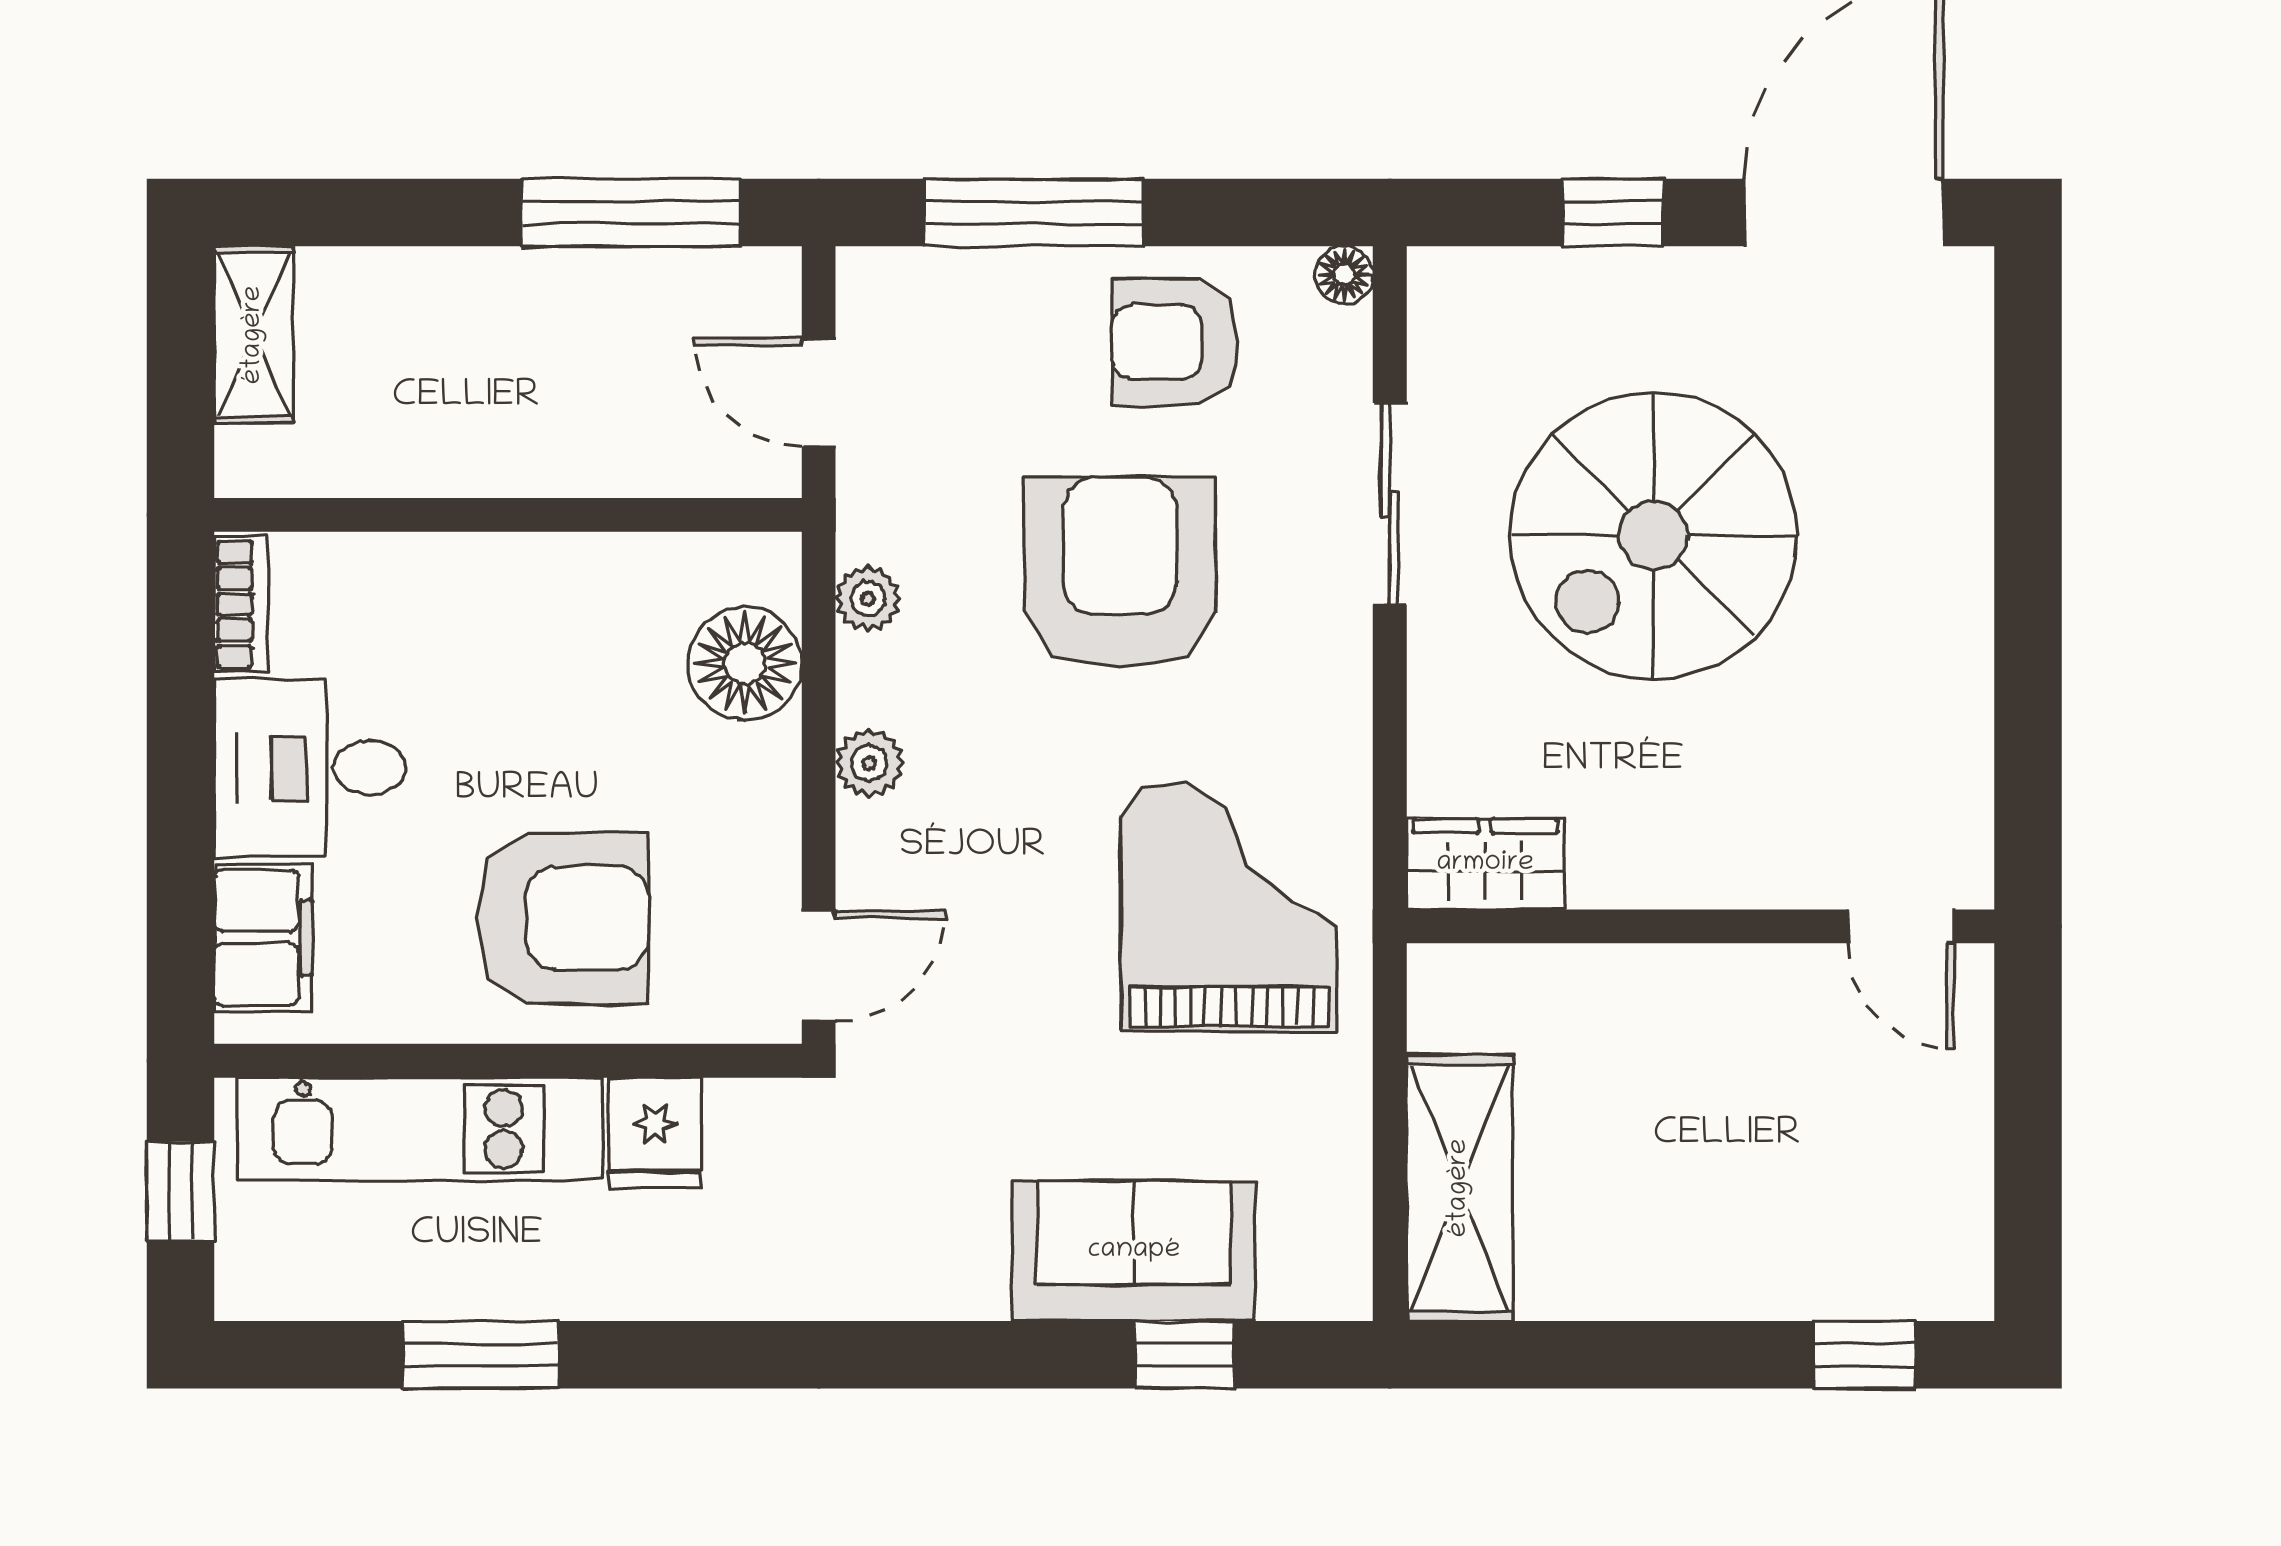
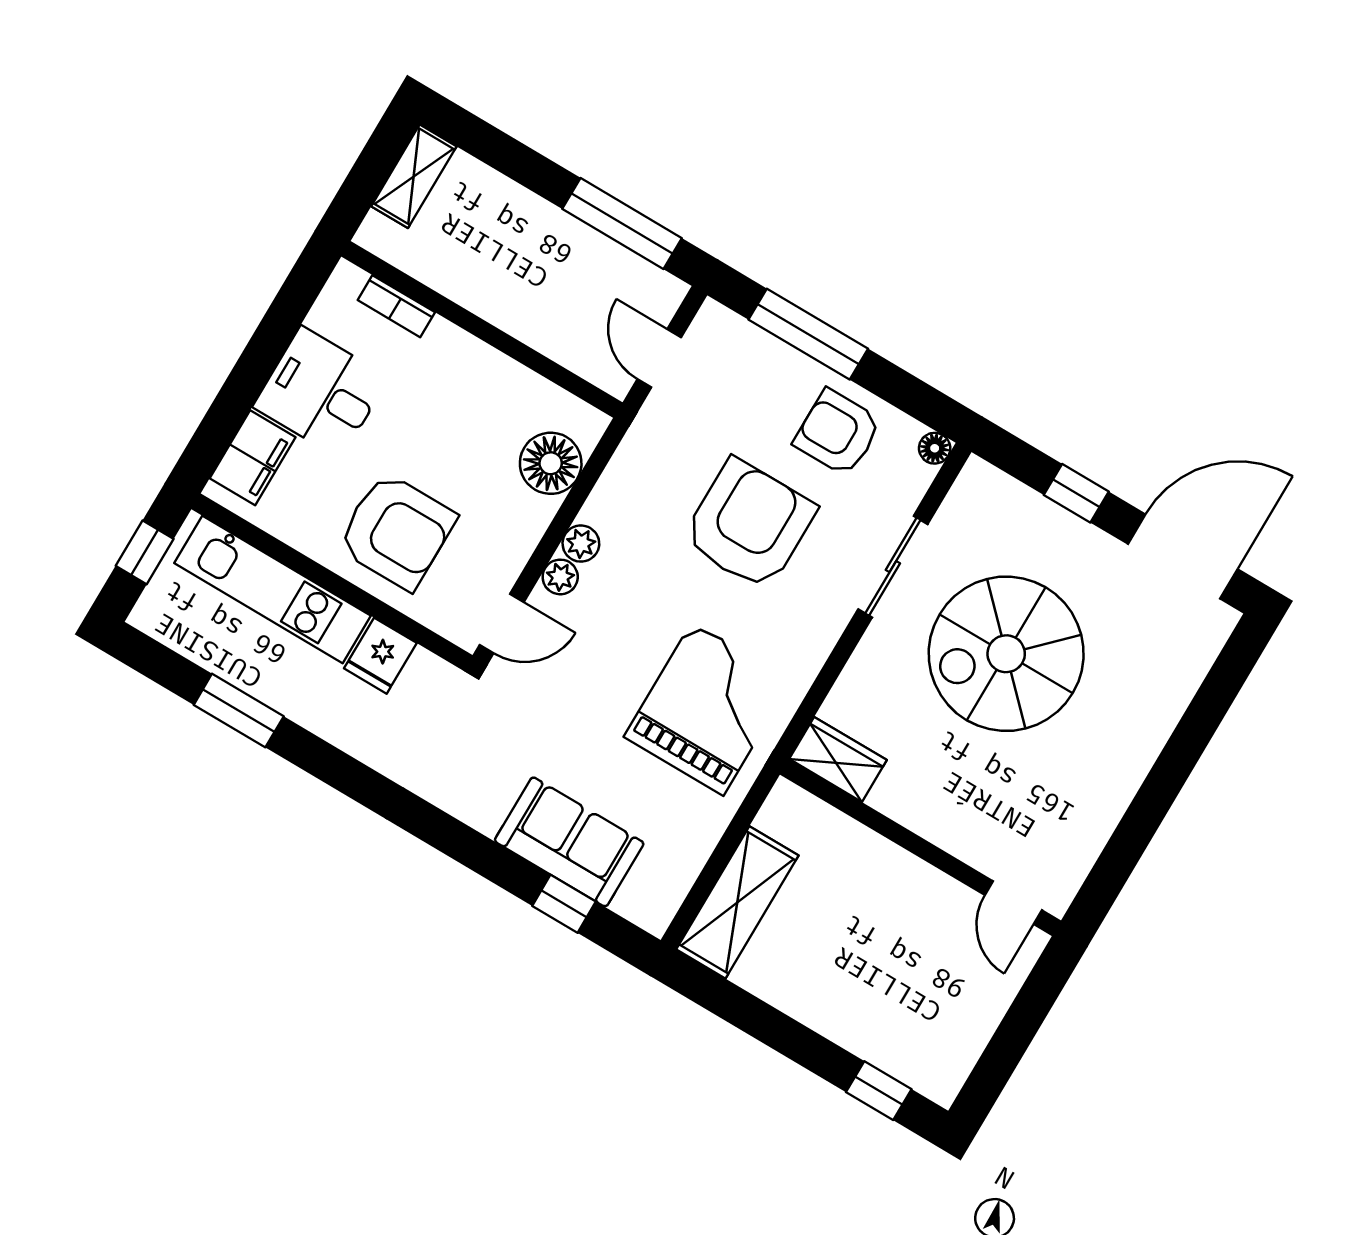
plant: (868, 599) -> (560, 577), moved
bookcase: (241, 604) -> (396, 306), moved, turned 90

